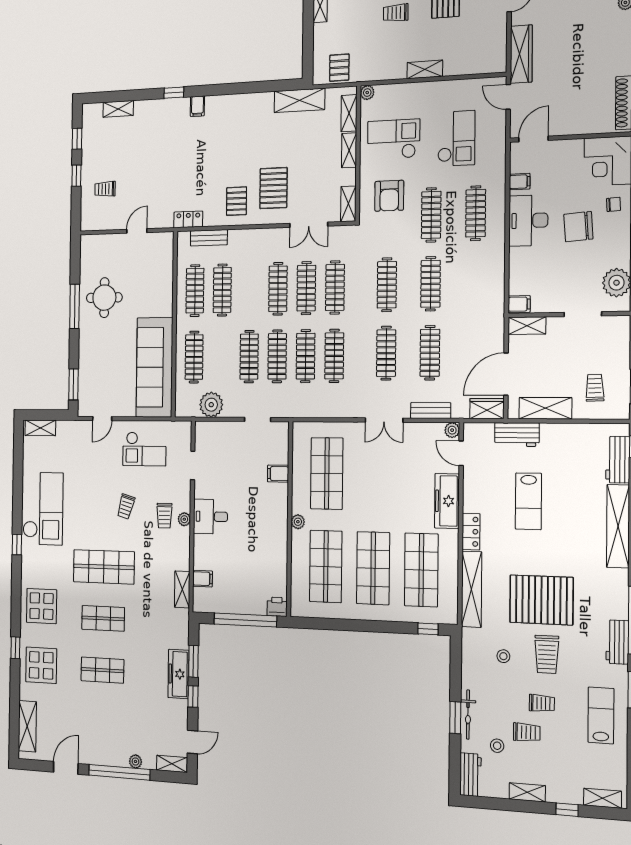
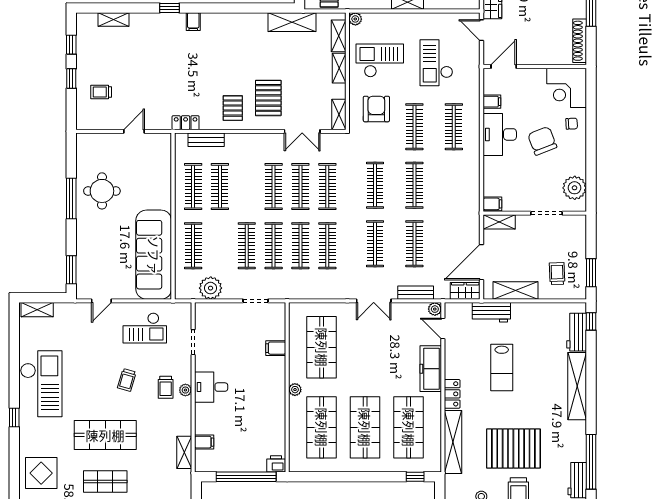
checkout: (456, 138) -> (436, 63), turned 180
armchair: (389, 196) -> (376, 109), turned 180
chair: (578, 227) -> (542, 141), turned 73

